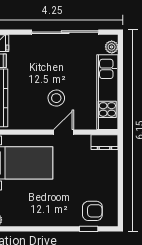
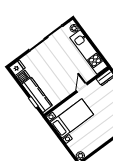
stool: (56, 98) -> (66, 74), removed

